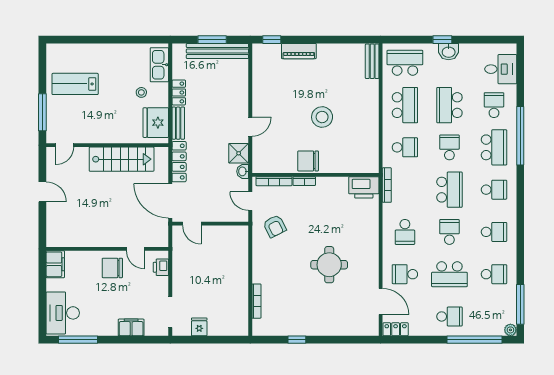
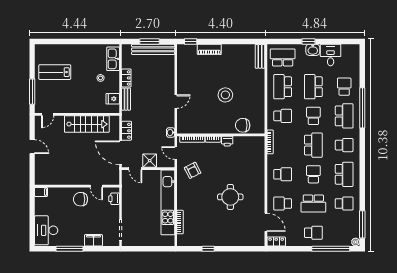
desk: (501, 69) -> (331, 55), moved, turned -90
school desk: (405, 105) -> (283, 87), turned 180
fridge: (156, 123) -> (113, 99), width x0.53, depth x0.75
shower: (239, 153) -> (150, 161), moved
chair: (308, 161) -> (243, 125), moved
locker: (179, 162) -> (127, 131), width x0.66
printer: (364, 187) -> (227, 141), moved, width x0.53, depth x0.68
school desk: (405, 232) -> (283, 174), turned -90
school desk: (494, 232) -> (344, 174), width x1.85
filing cabinet: (55, 264) -> (41, 192), width x0.50
kitchen unit: (239, 273) -> (168, 202), added
fridge: (199, 327) -> (141, 240), removed
window: (78, 340) -> (70, 249), moved

